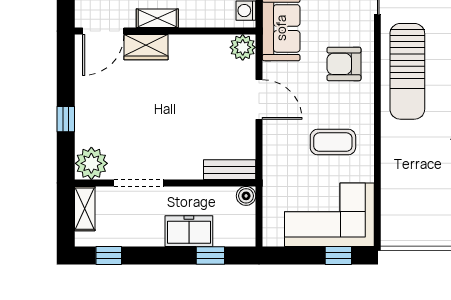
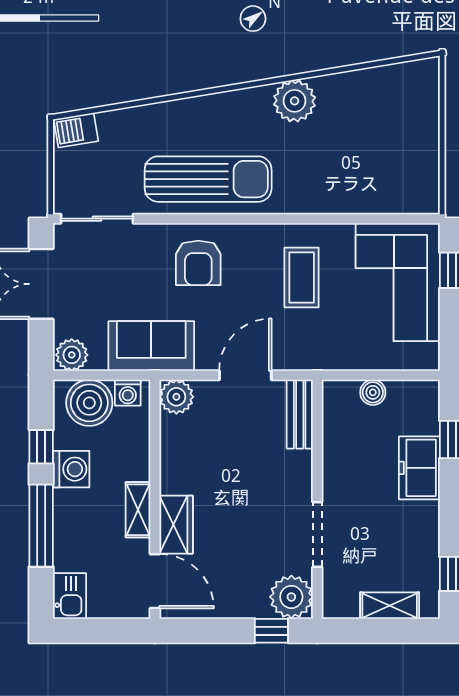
plant: (91, 163) -> (291, 597), moved
bench: (230, 170) -> (300, 414), moved
doorway: (139, 183) -> (317, 534), moved
wall: (165, 183) -> (317, 499), moved

